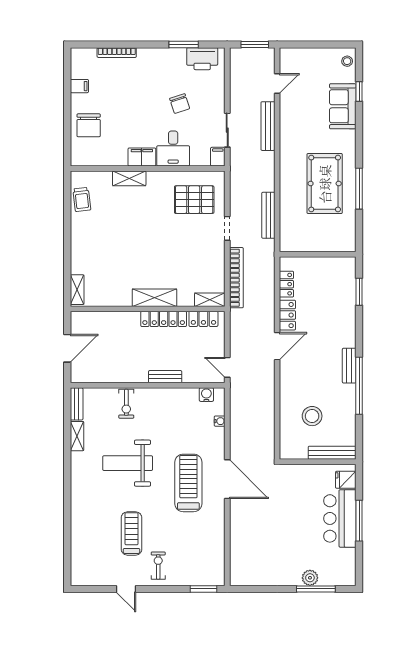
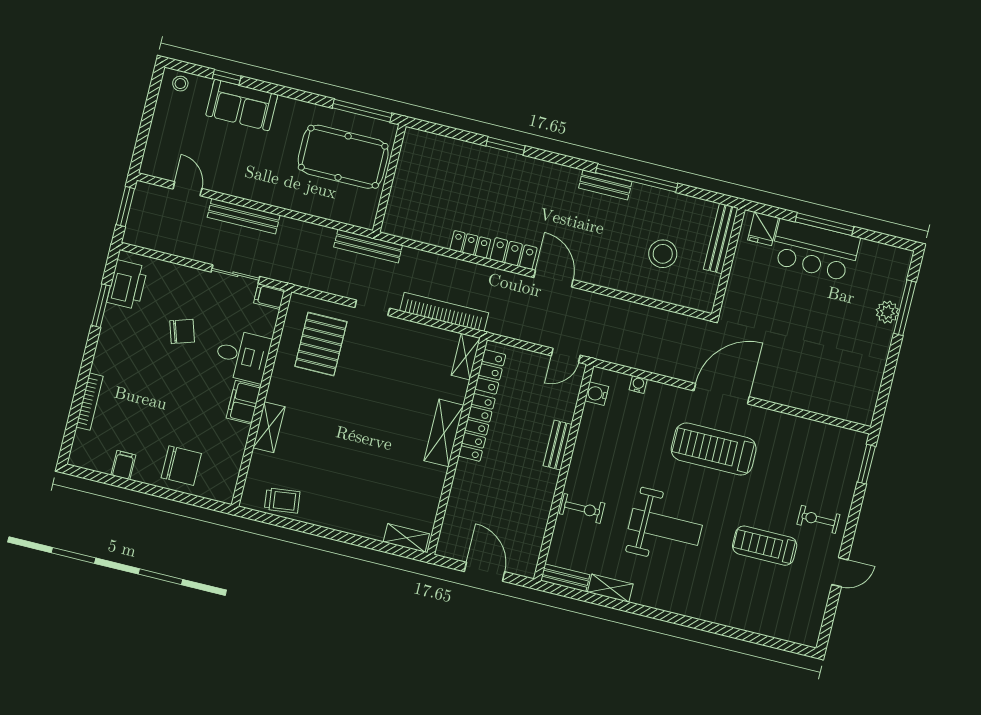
wall: (318, 254) -> (389, 178), moved
weight bench: (128, 463) -> (665, 527), turned -90

